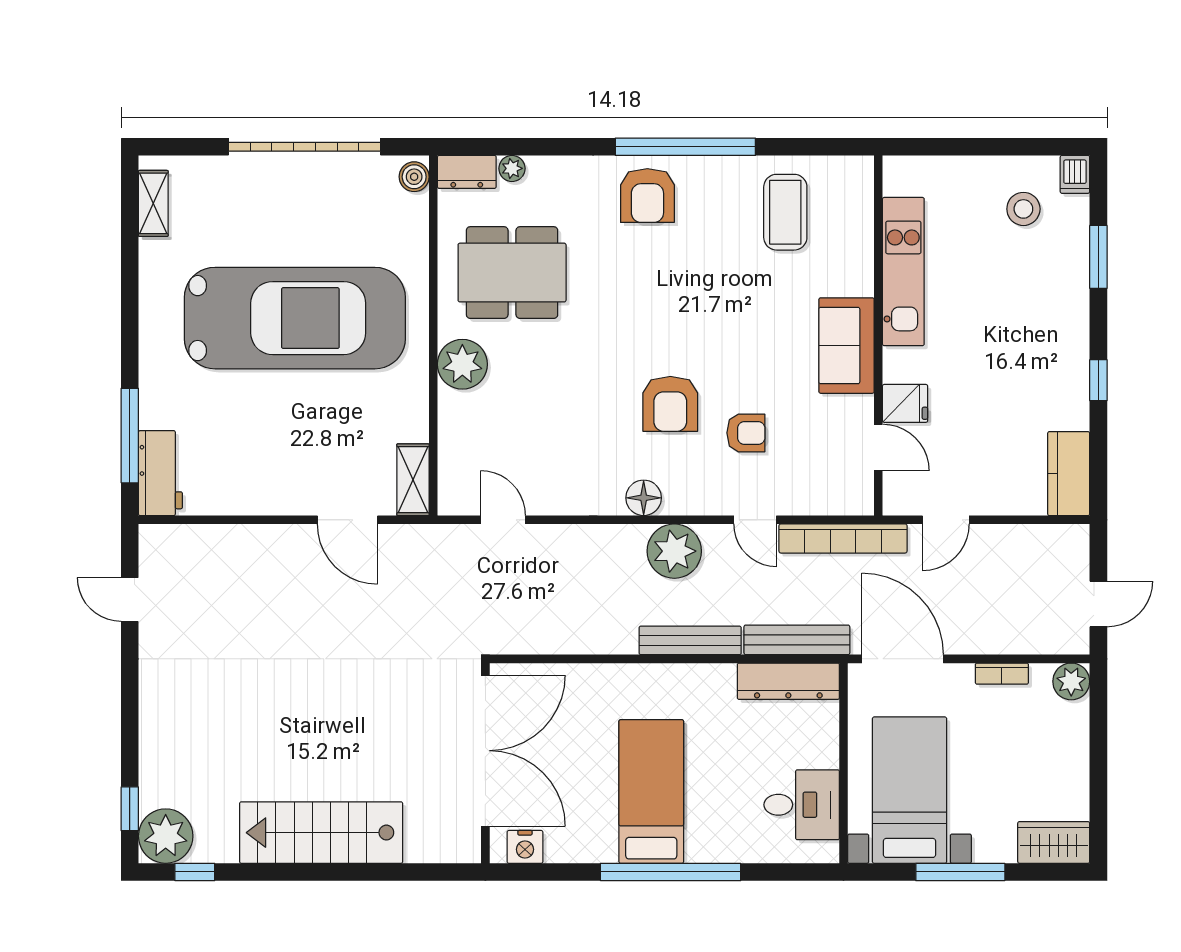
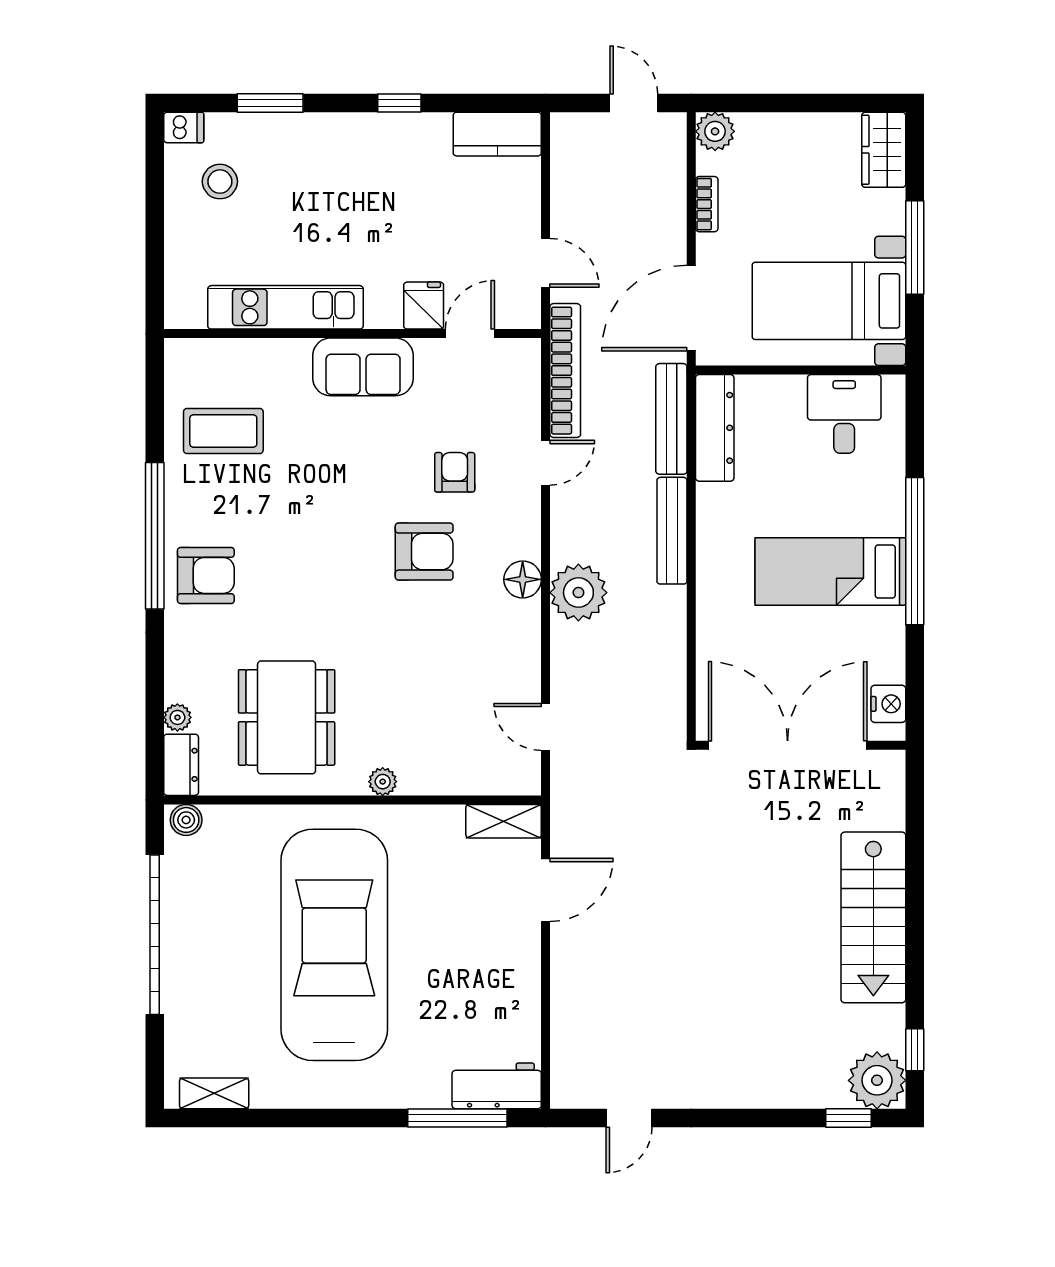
plant: (462, 364) -> (383, 782), width x0.53, depth x0.53
door: (503, 520) -> (546, 727), hinge flipped
plant: (674, 551) -> (578, 593), moved

